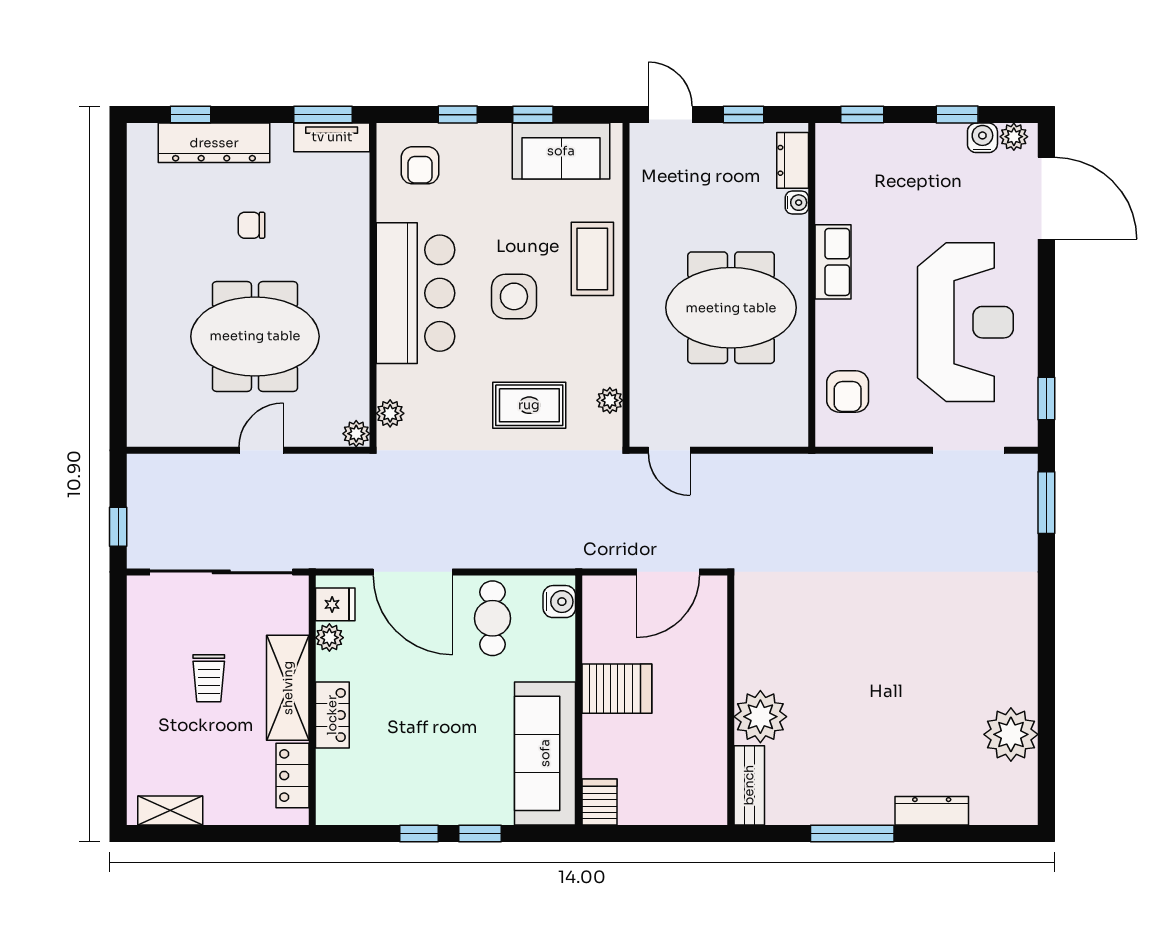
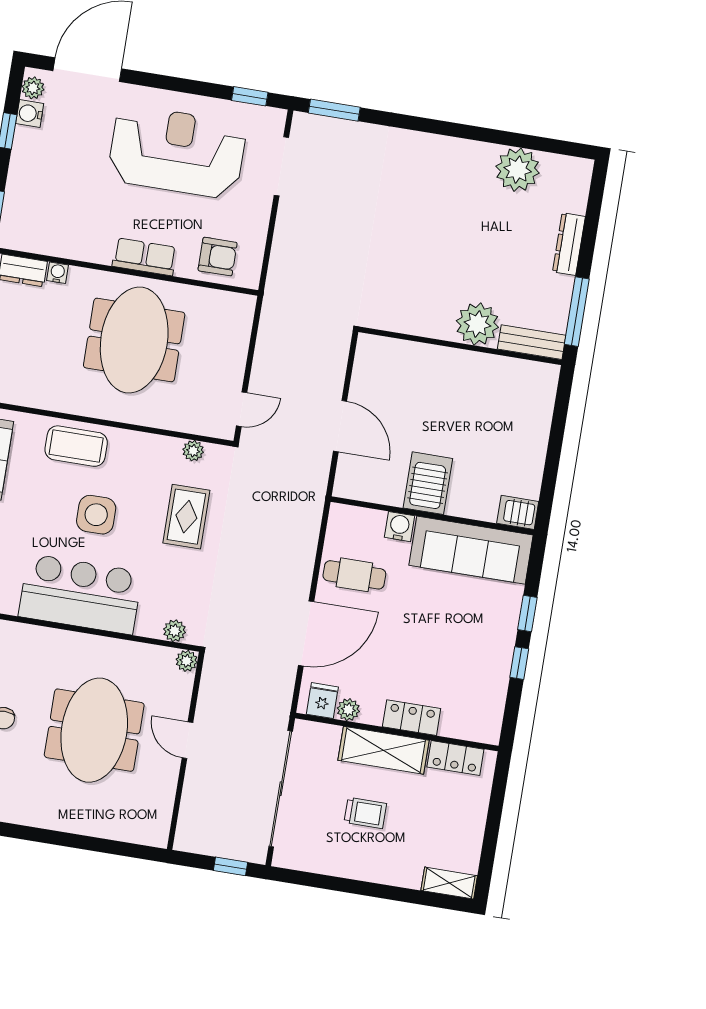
row of seats: (833, 262) -> (145, 257), moved
water cooler: (559, 602) -> (399, 527), moved
wall: (731, 700) -> (460, 346), moved
plant: (760, 717) -> (477, 324), moved
bench: (749, 785) -> (532, 342), moved
shelving: (170, 810) -> (449, 883), moved, turned 90

